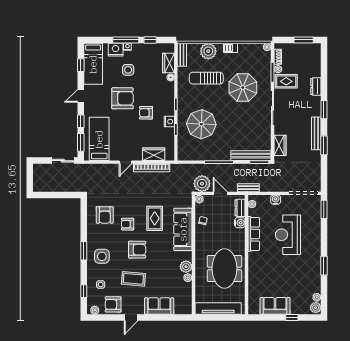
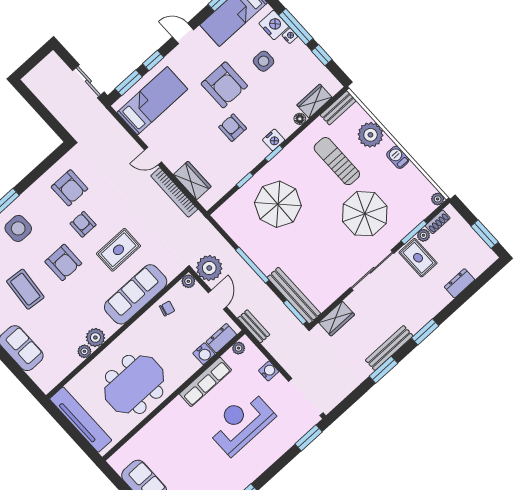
dresser: (316, 87) -> (460, 283), moved
nightstand: (169, 122) -> (274, 140), moved
armchair: (105, 215) -> (70, 188), turned -90

